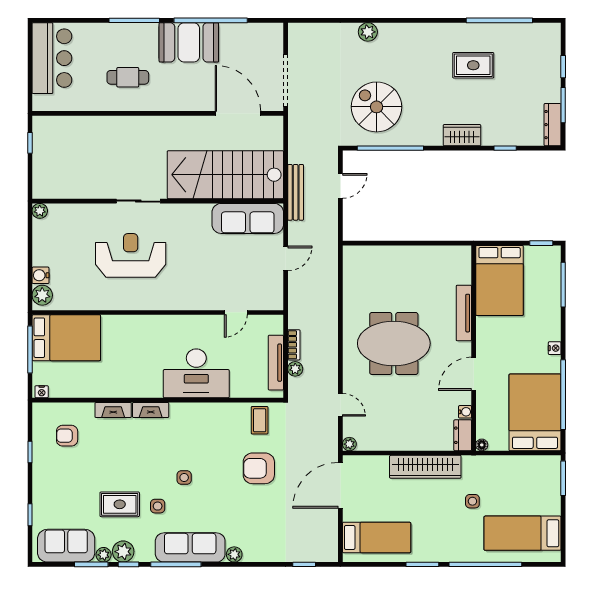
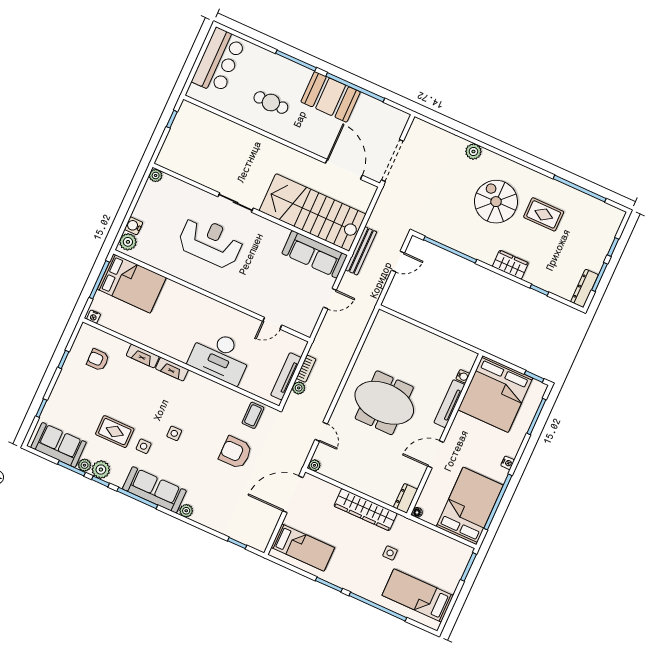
spiral stairs: (377, 107) -> (496, 202), moved
bed: (500, 280) -> (495, 394), width x1.36
water cooler: (465, 412) -> (463, 376), moved

